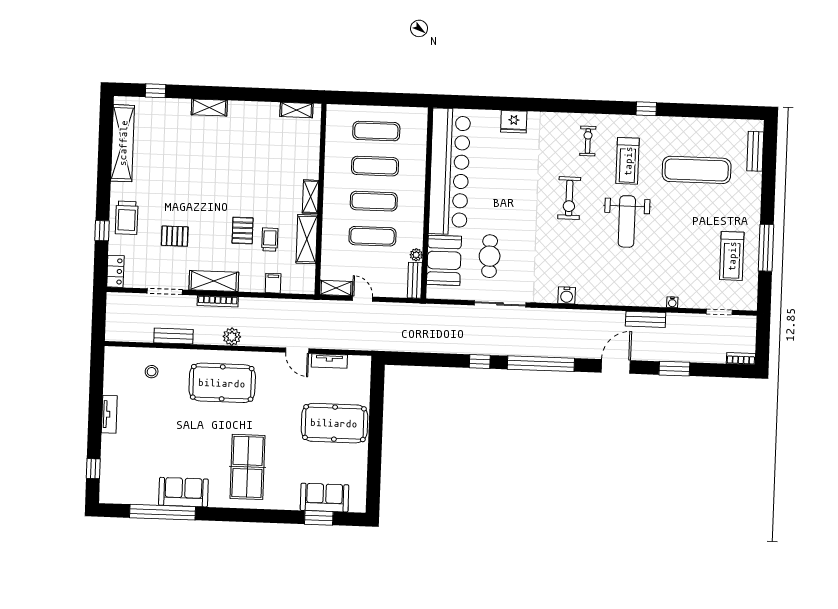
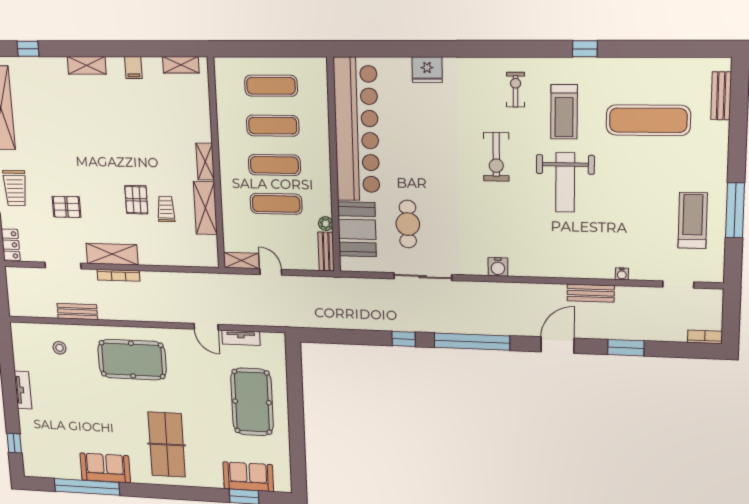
treadmill: (732, 256) -> (693, 220), turned 180
filing cabinet: (273, 283) -> (133, 68), moved, turned 180
plant: (232, 337) -> (137, 312), removed
pool table: (334, 423) -> (252, 402), turned 90

